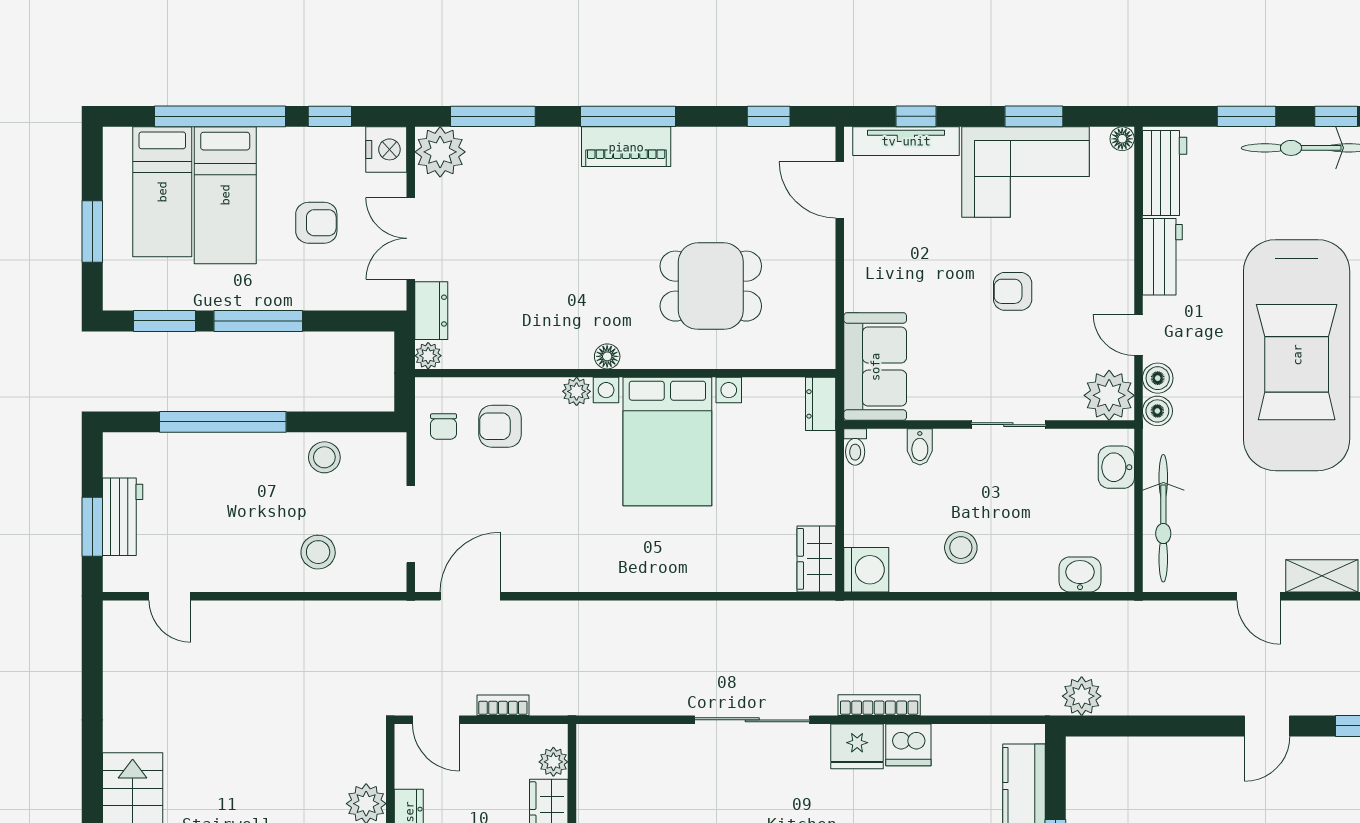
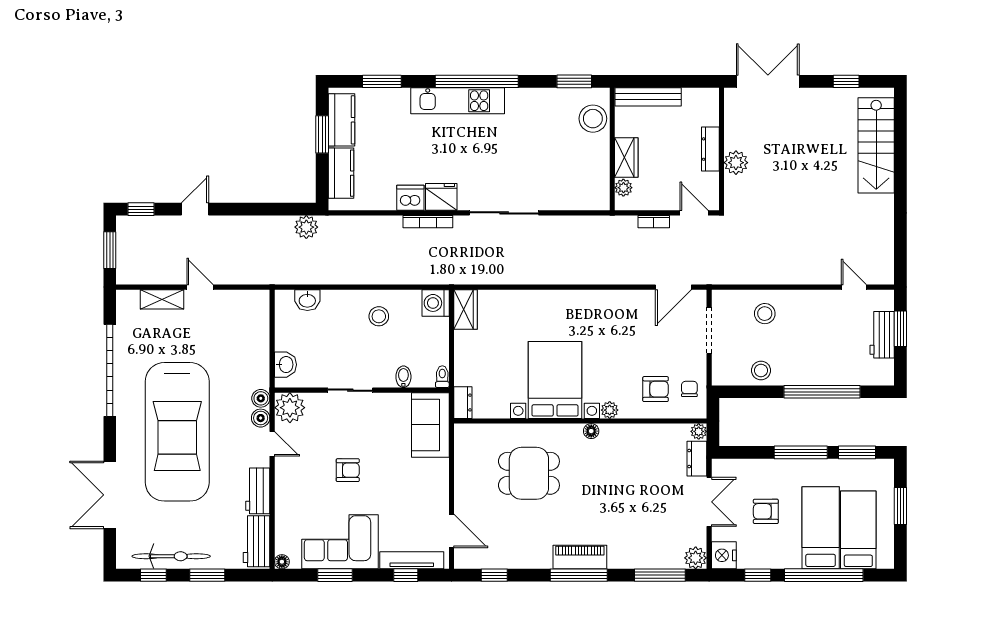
plant: (440, 152) -> (696, 558), width x0.73, depth x0.73
car: (1297, 355) -> (177, 432), turned 180
bicycle: (1163, 518) -> (257, 334), removed

